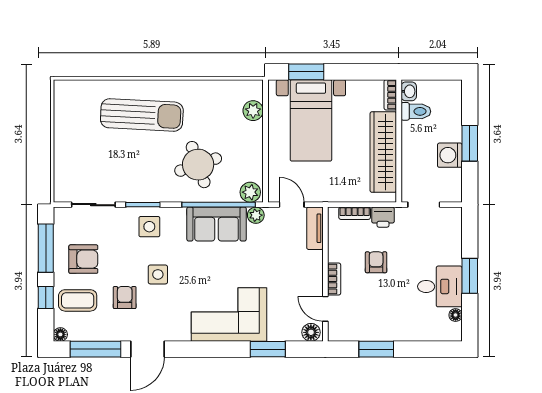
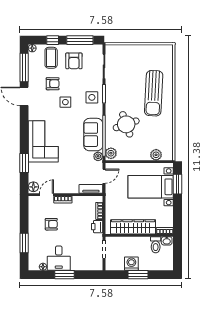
armchair: (376, 262) -> (51, 224), moved
window: (376, 349) -> (24, 243), moved

